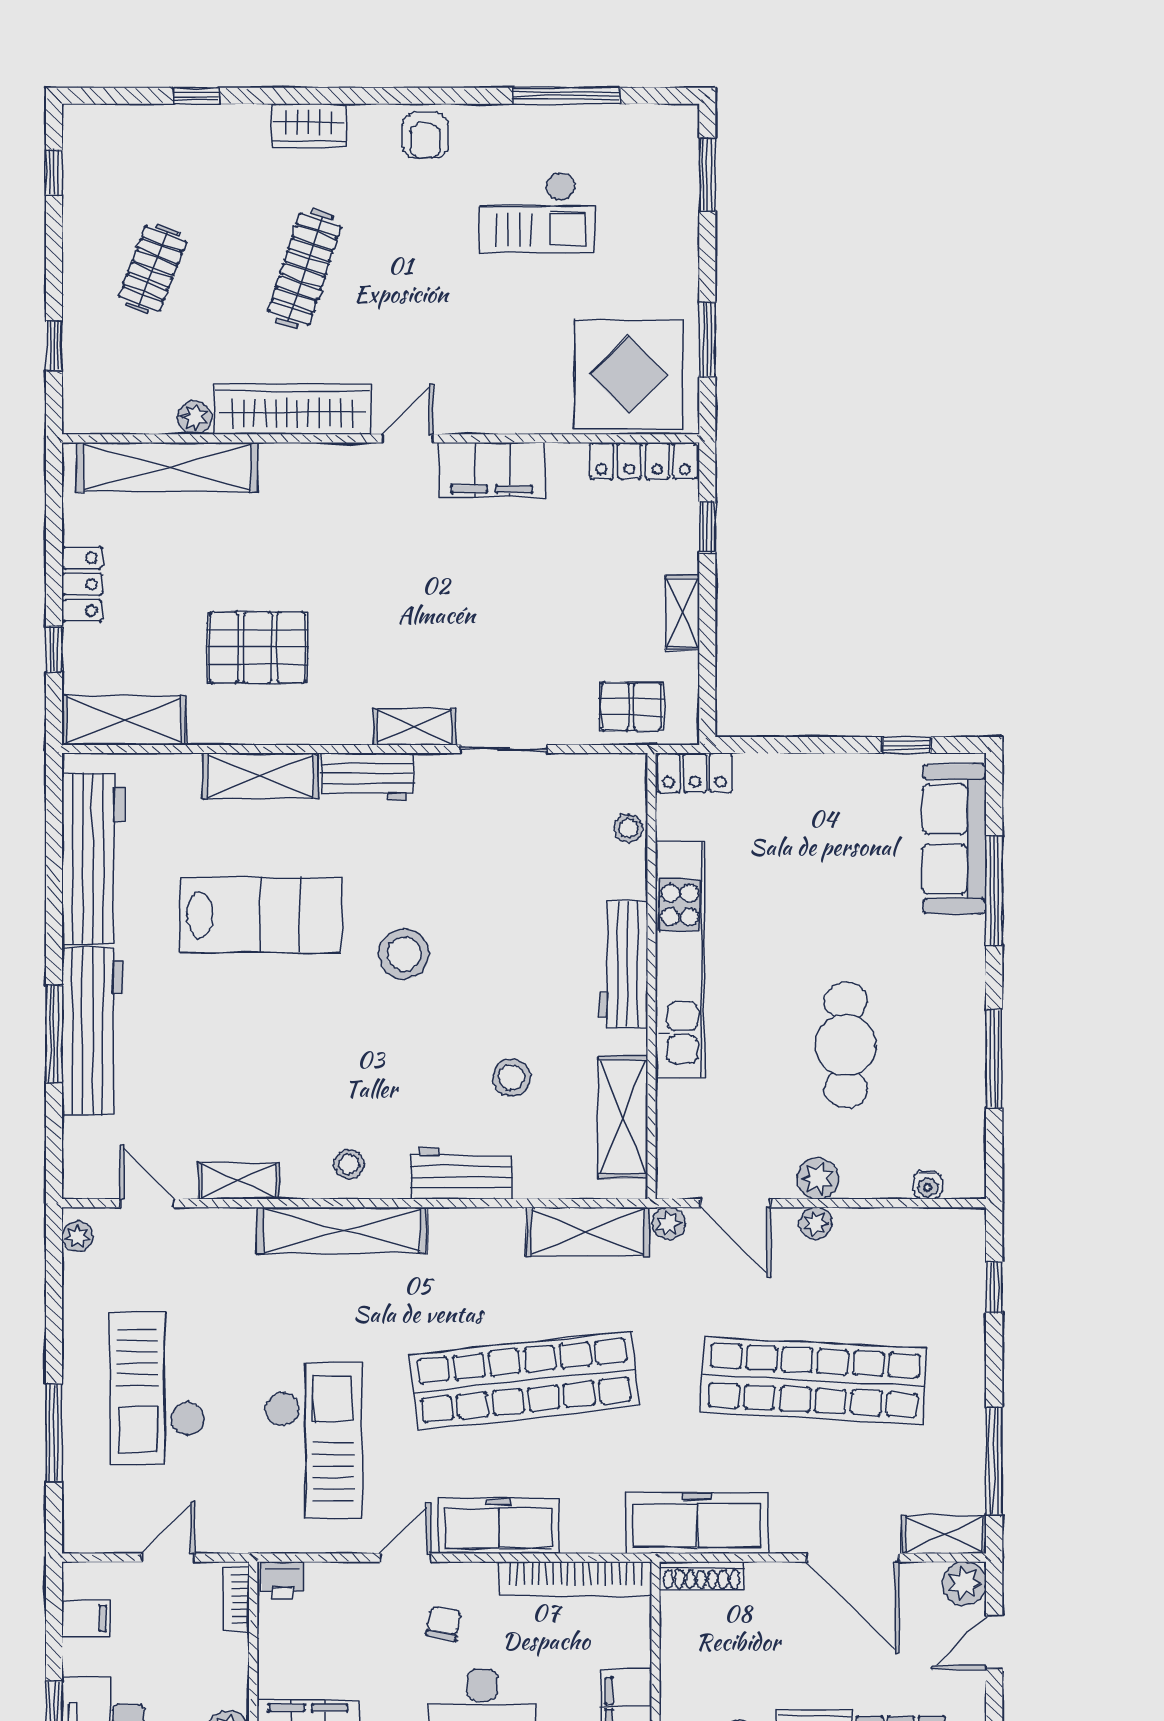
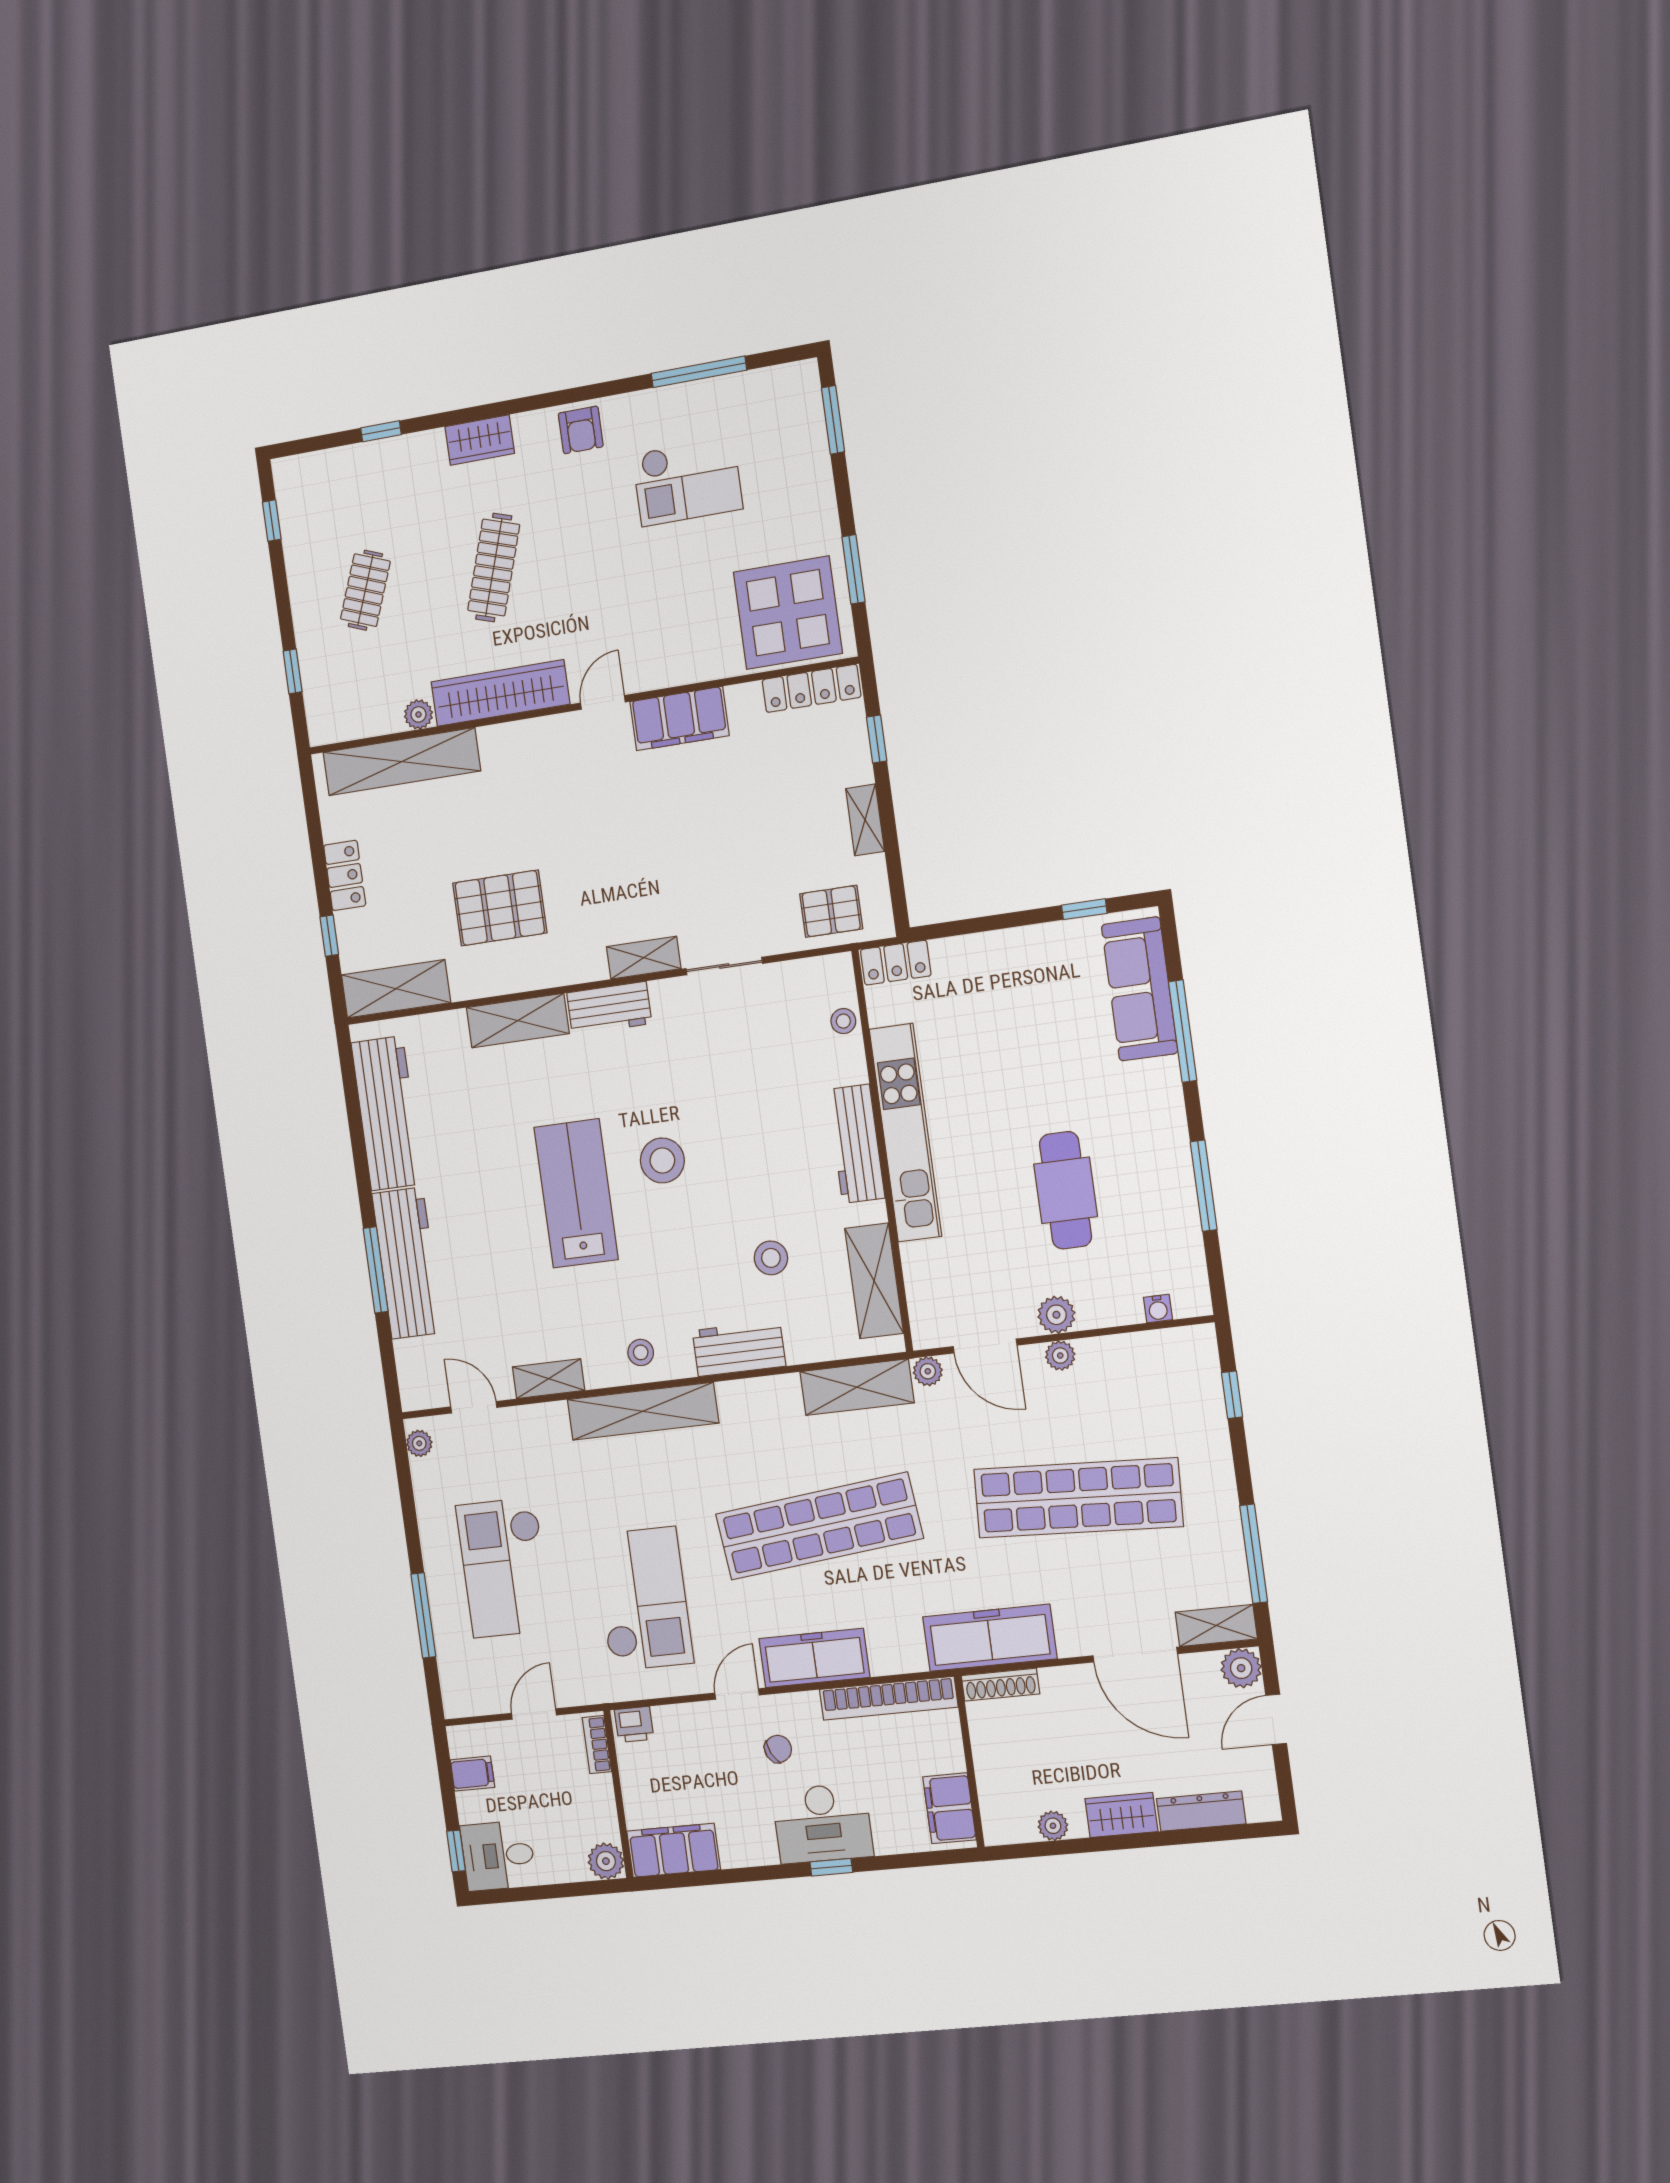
lab bench: (261, 915) -> (576, 1193), moved, turned -90
chair: (443, 1623) -> (778, 1749), turned 53

